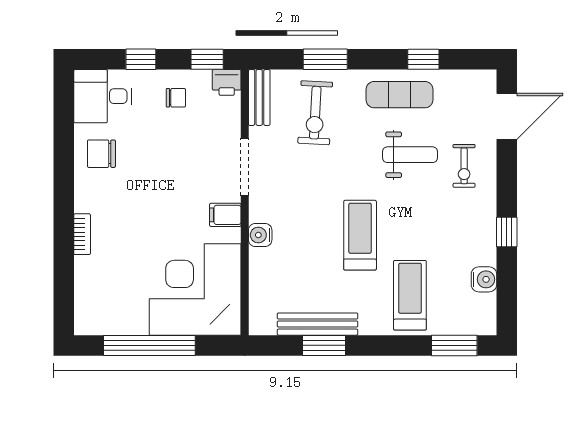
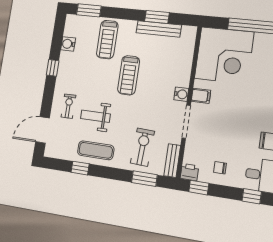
window: (141, 59) -> (252, 196), moved
window: (325, 59) -> (144, 179), moved
water cooler: (260, 235) -> (181, 94), moved

